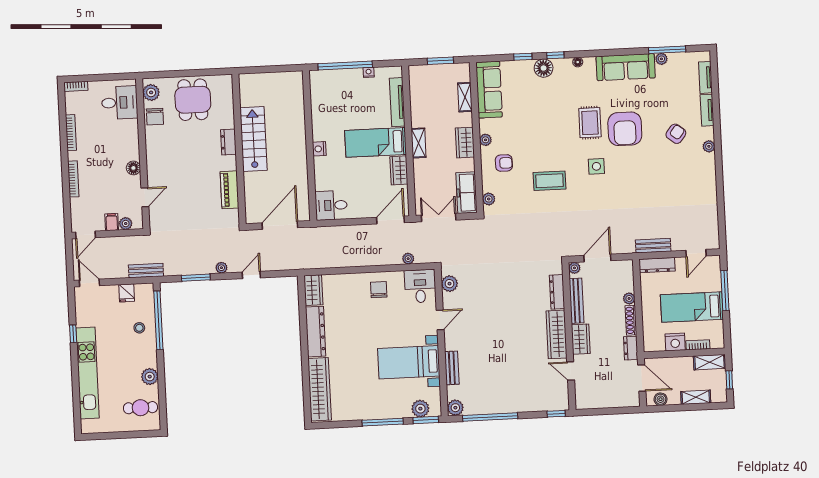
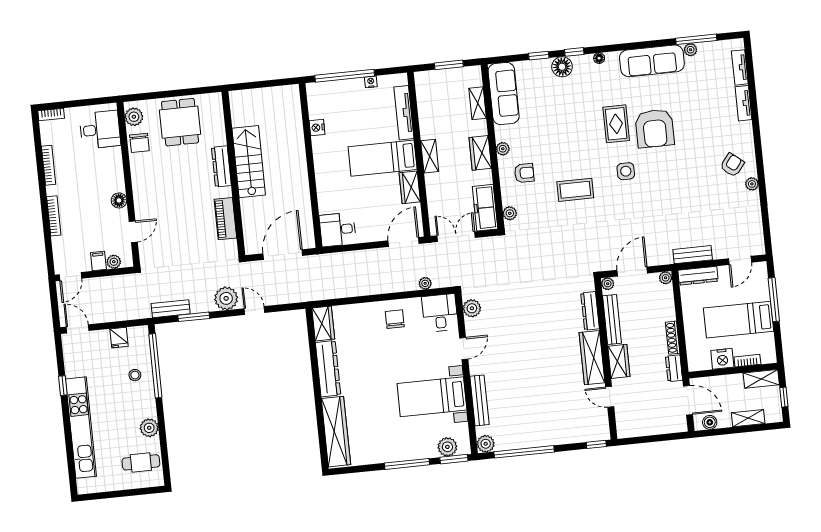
armchair: (676, 134) -> (732, 165), moved
dresser: (228, 142) -> (221, 166), width x1.44
plant: (709, 146) -> (752, 184), moved
nightstand: (319, 149) -> (317, 128), moved
plant: (221, 268) -> (226, 298), width x1.88, depth x1.88
bench: (146, 271) -> (171, 309), moved
door: (251, 275) -> (254, 311), hinge flipped
plant: (629, 298) -> (666, 278), moved
bench: (452, 368) -> (479, 400), width x1.36

